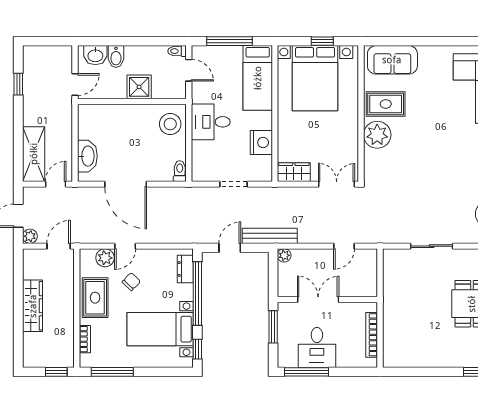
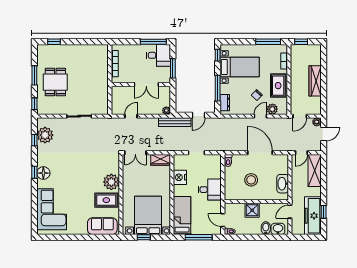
freezer: (36, 78) -> (313, 216), added
stool: (170, 124) -> (251, 180), moved
washbasin: (87, 156) -> (283, 184), moved
window: (197, 293) -> (218, 88), width x0.68
desk: (317, 347) -> (158, 55), moved, turned 90

